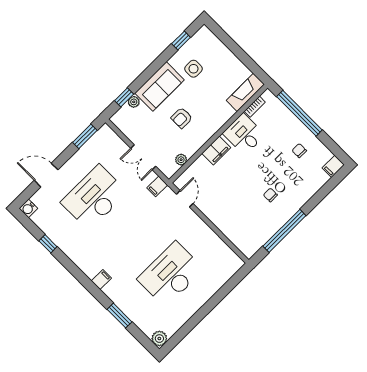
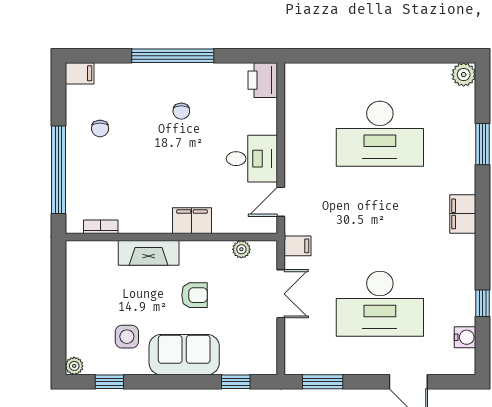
fireplace: (245, 92) -> (149, 253), moved
plant: (134, 102) -> (74, 366), moved
desk: (244, 134) -> (252, 159), moved, turned -90
water cooler: (28, 208) -> (465, 337), moved
window: (284, 231) -> (173, 56), moved
printer: (248, 246) -> (263, 80), added
filing cabinet: (101, 280) -> (463, 214), width x2.00

